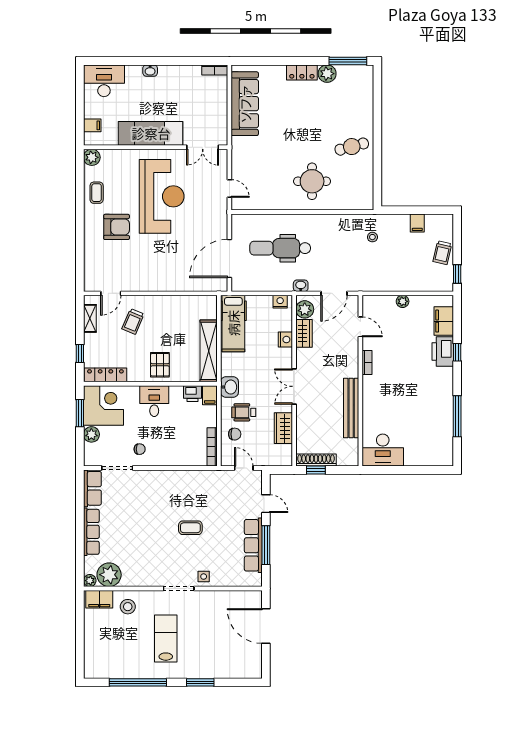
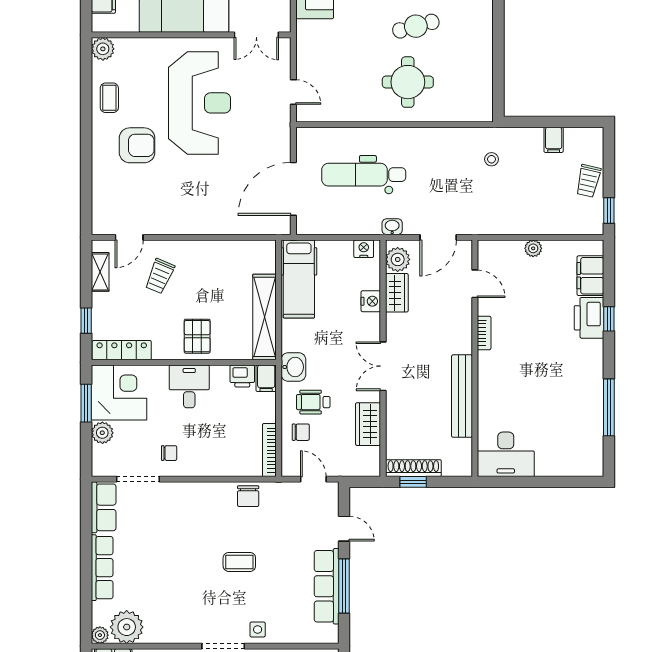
cafe table: (352, 147) -> (416, 26), moved
chair: (197, 480) -> (248, 496), added

